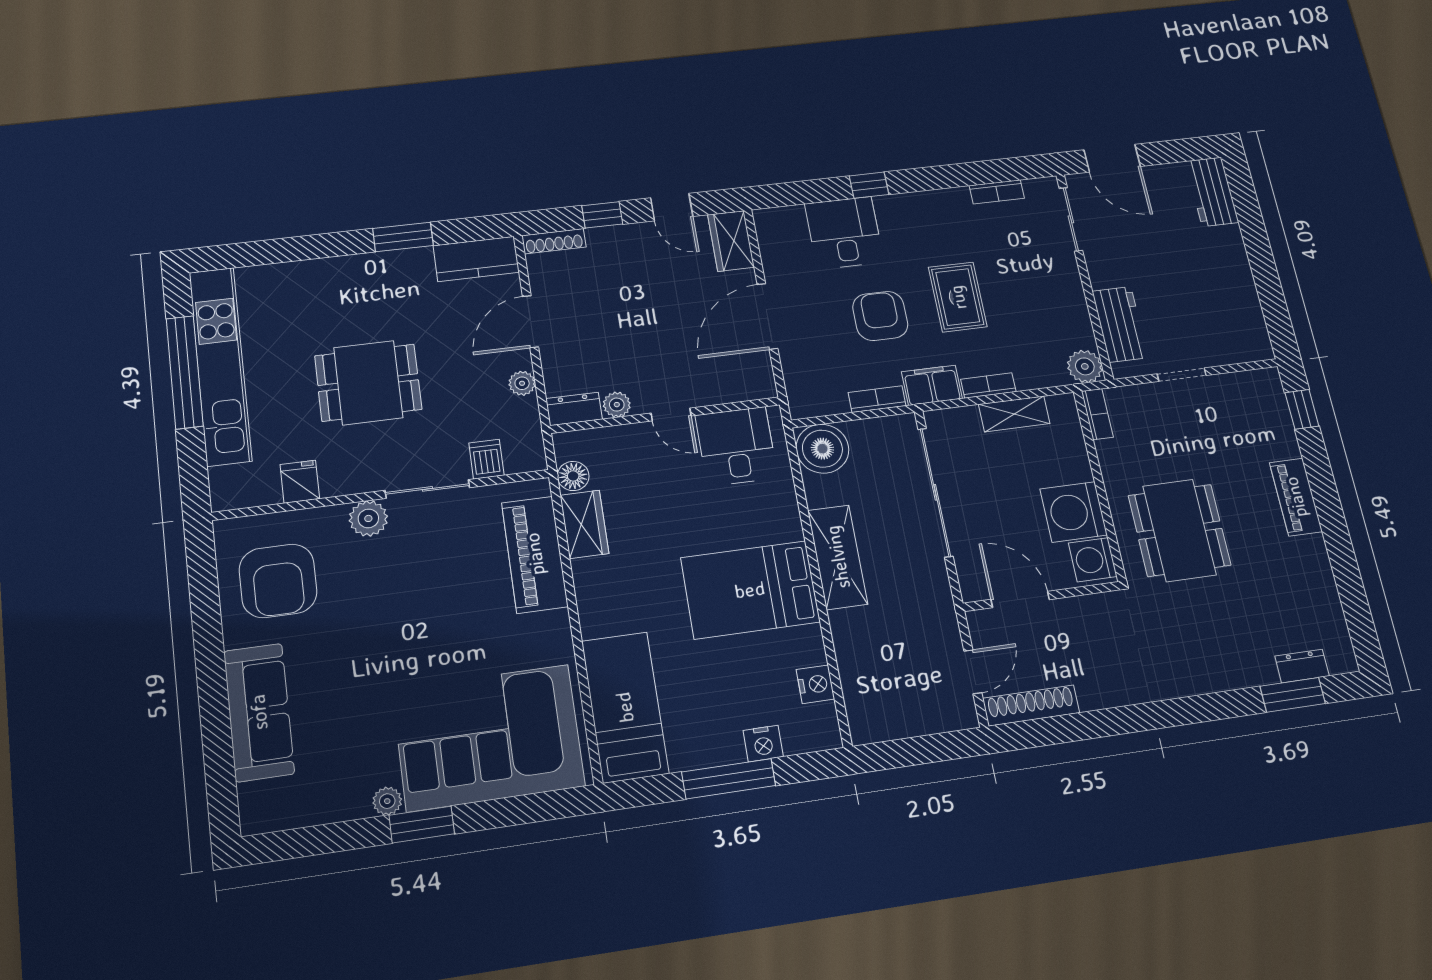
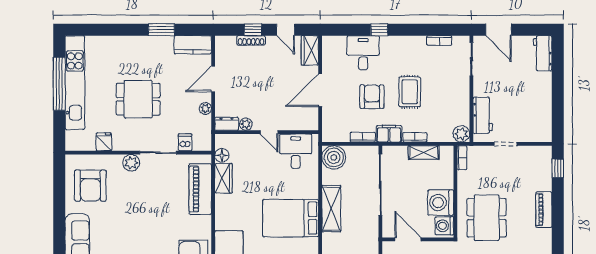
shoe rack: (554, 241) -> (251, 40), moved

